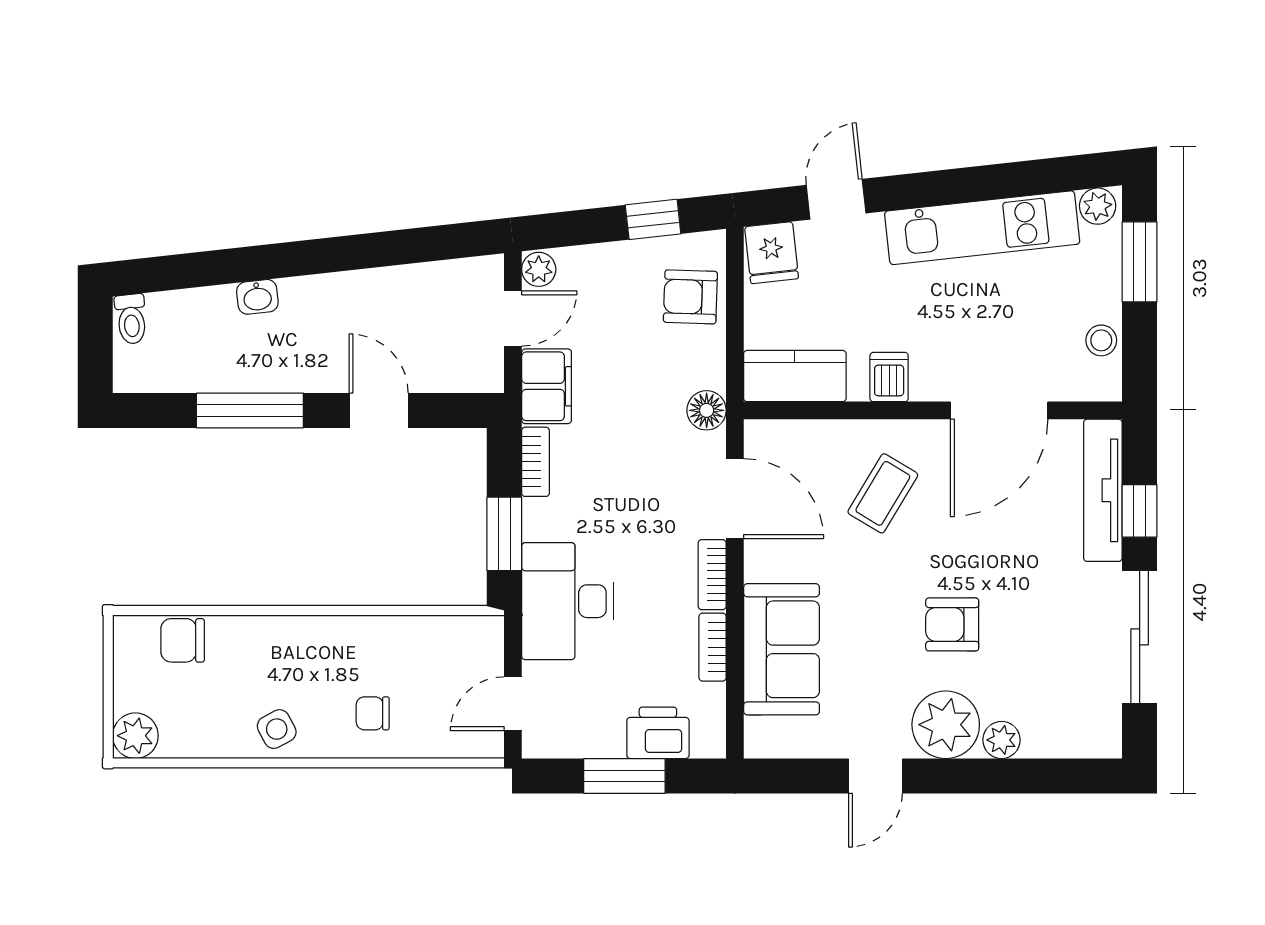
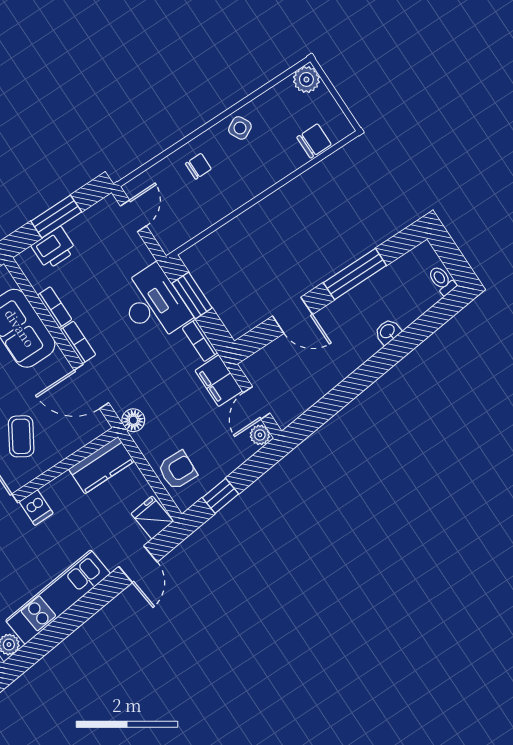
dishwasher: (889, 377) -> (36, 508), moved
desk: (568, 601) -> (153, 304), moved

